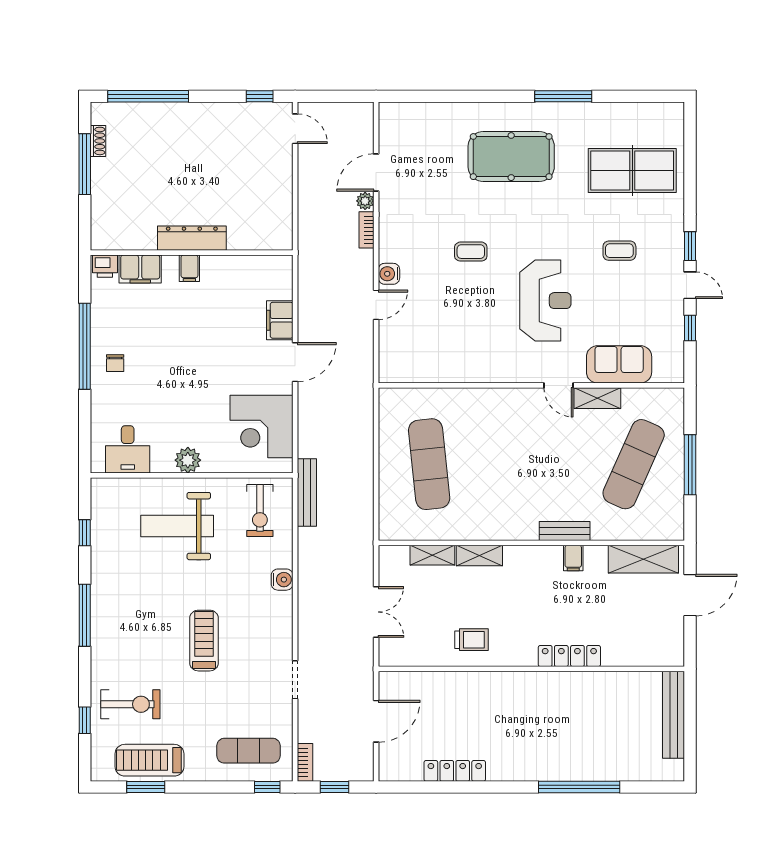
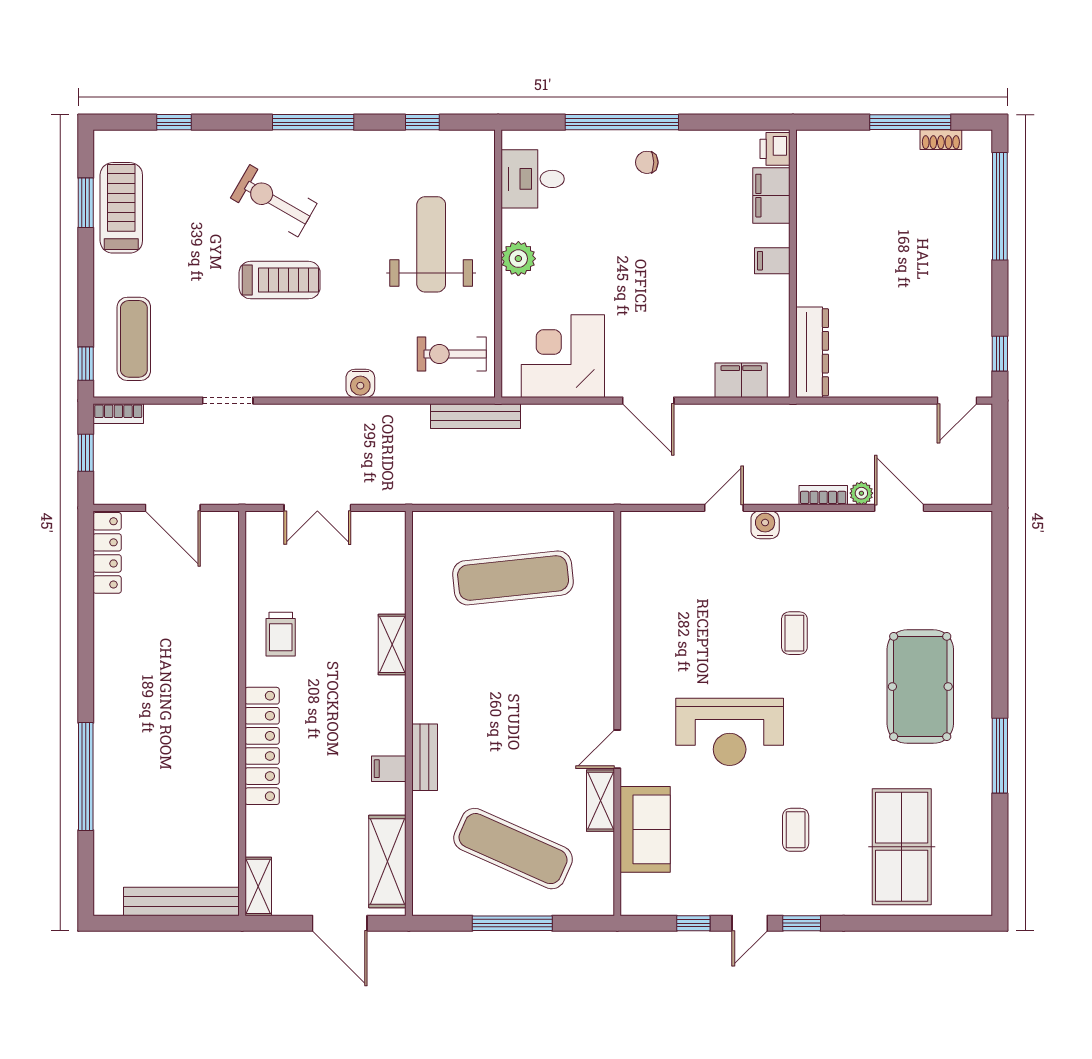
dresser: (192, 238) -> (812, 352), moved
door: (376, 305) -> (724, 508), swing flipped
filing cabinet: (280, 320) -> (741, 380), moved
window: (85, 346) -> (622, 122), moved
shelving: (432, 555) -> (258, 886), moved
locker: (569, 656) -> (262, 746), width x1.41, depth x1.21
exercise bike: (130, 704) -> (274, 201), moved, turned 120
locker: (455, 771) -> (107, 553), moved

